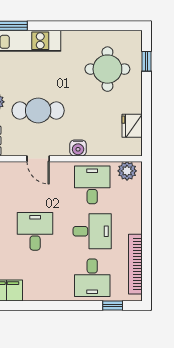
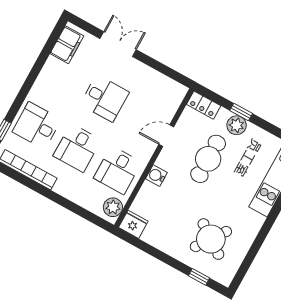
round table: (107, 69) -> (211, 239), turned 35
fridge: (132, 126) -> (133, 224), moved
desk: (92, 185) -> (118, 170), turned 90

